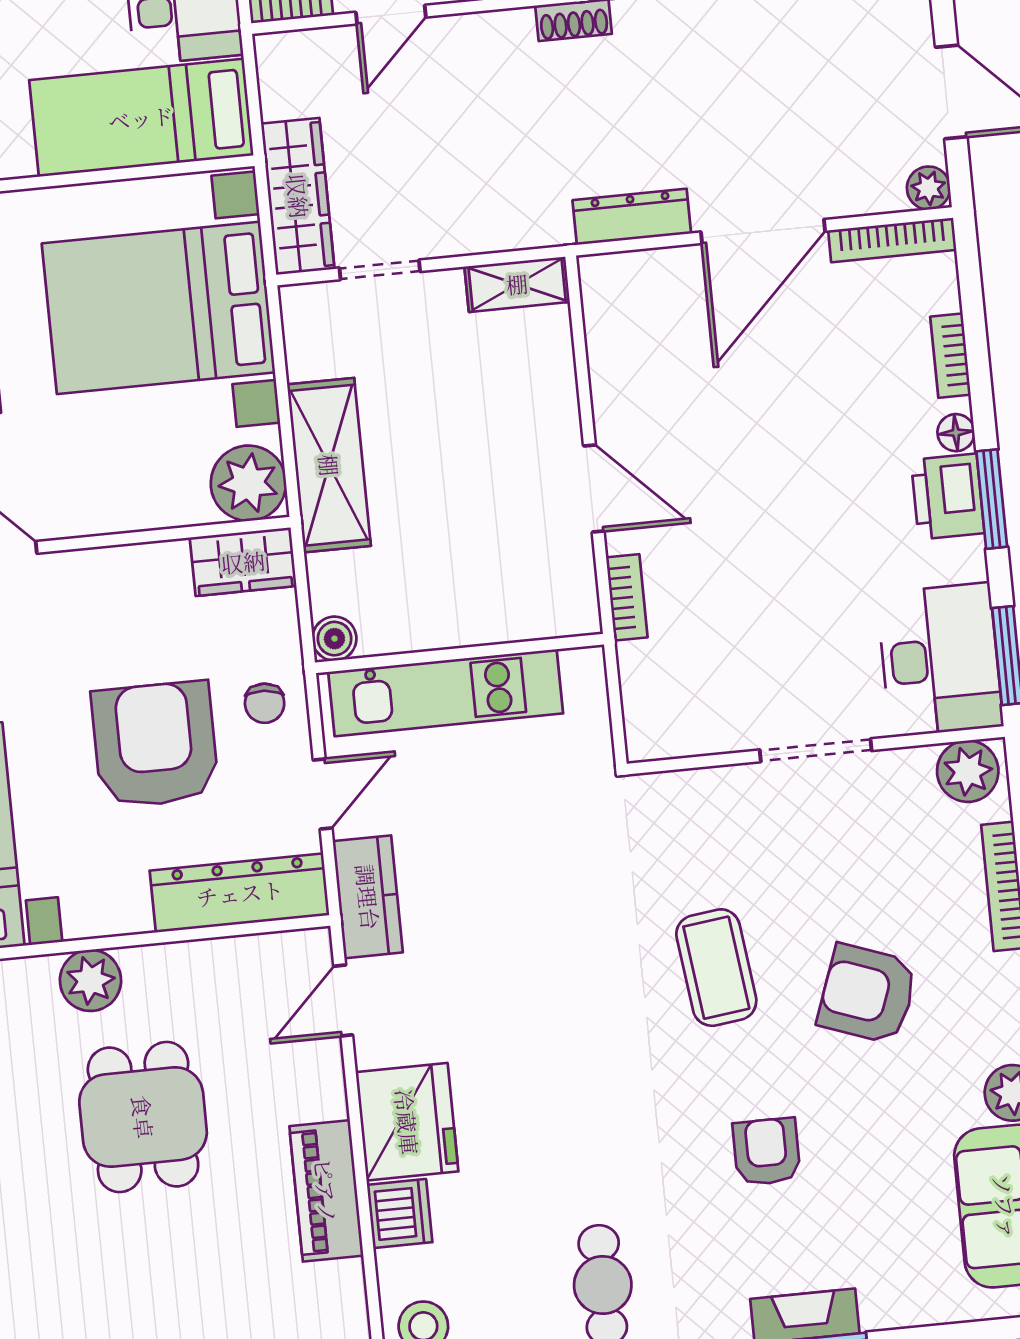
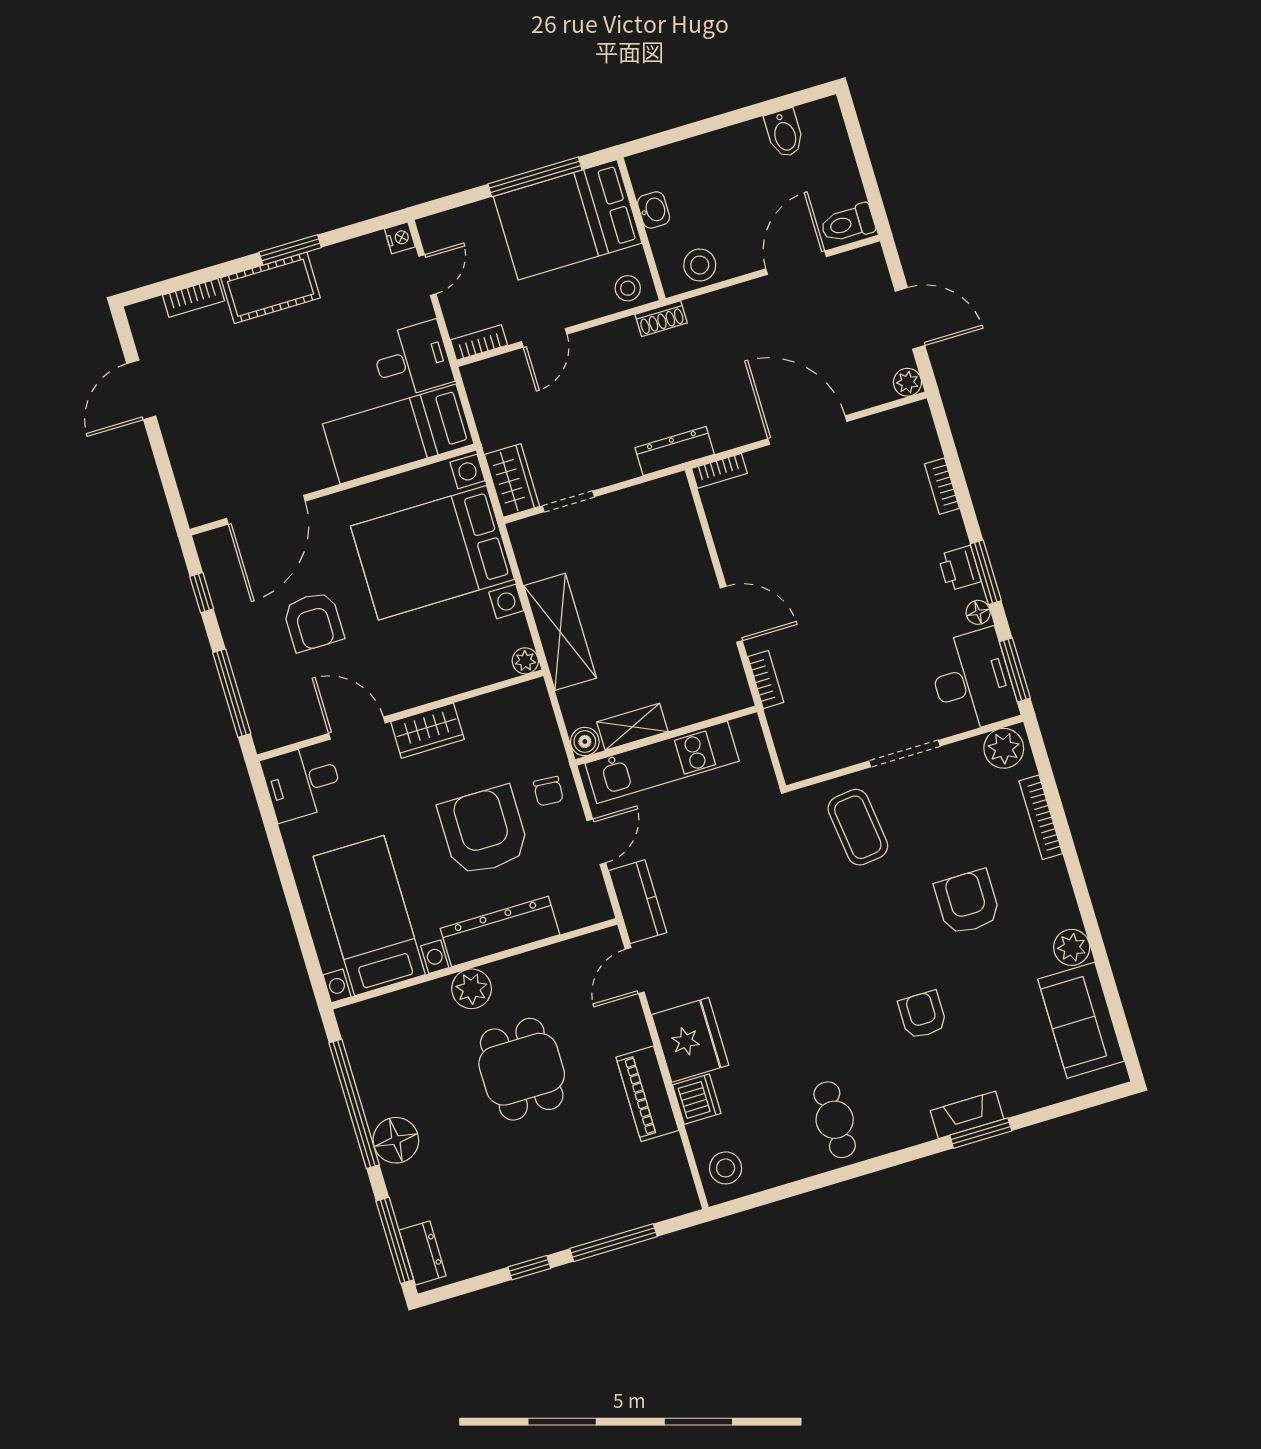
wardrobe: (298, 196) -> (512, 480), width x0.67
dresser: (632, 217) -> (675, 451), moved
door: (763, 232) -> (807, 430), swing flipped
bookcase: (892, 240) -> (719, 471), moved, width x0.64
shelving: (517, 284) -> (632, 727), moved
floor lamp: (956, 433) -> (978, 612), moved
plant: (248, 483) -> (525, 661), width x0.53, depth x0.53
printer: (948, 497) -> (959, 568), width x0.73, depth x0.81
wardrobe: (243, 562) -> (427, 731), moved
dresser: (240, 893) -> (500, 931), moved
coffee table: (716, 968) -> (858, 827), moved
armchair: (867, 994) -> (967, 902), turned 70

